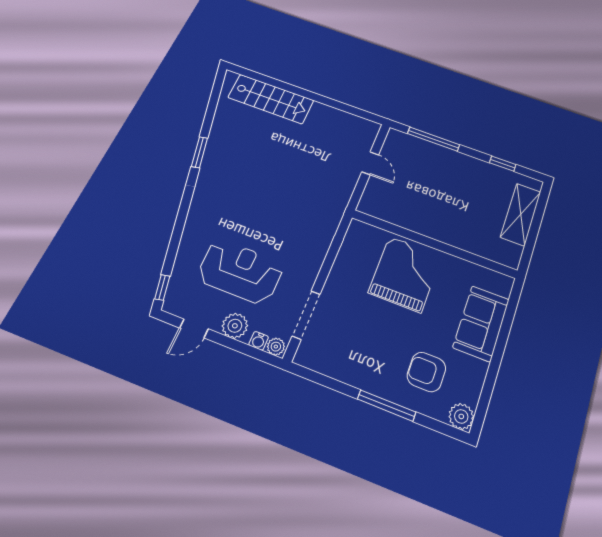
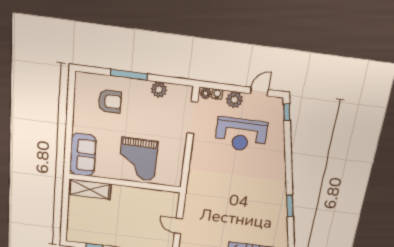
shelving: (521, 214) -> (90, 189), moved, turned 90
sofa: (481, 323) -> (83, 155), moved
plant: (461, 416) -> (159, 90), moved

